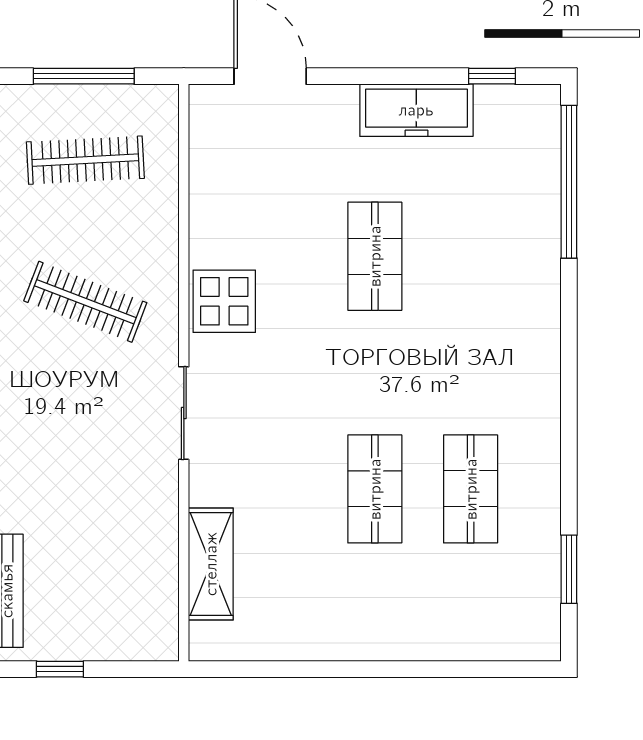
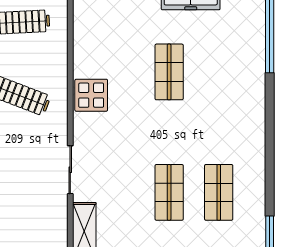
sliding door: (184, 413) -> (70, 170), moved

